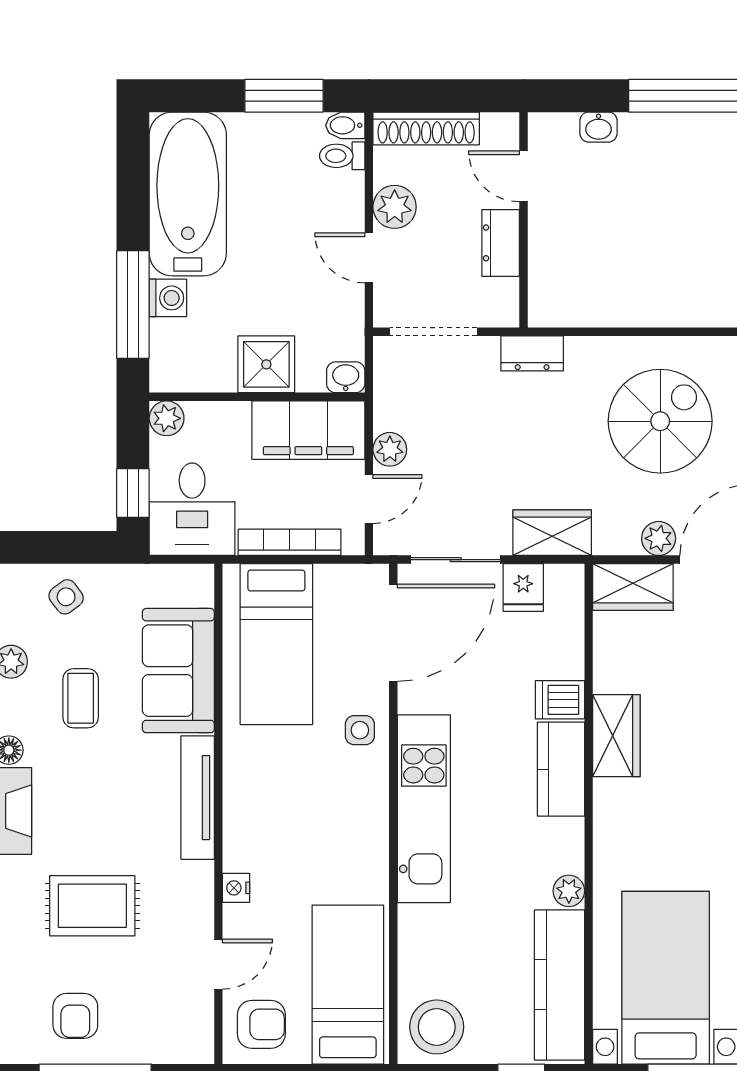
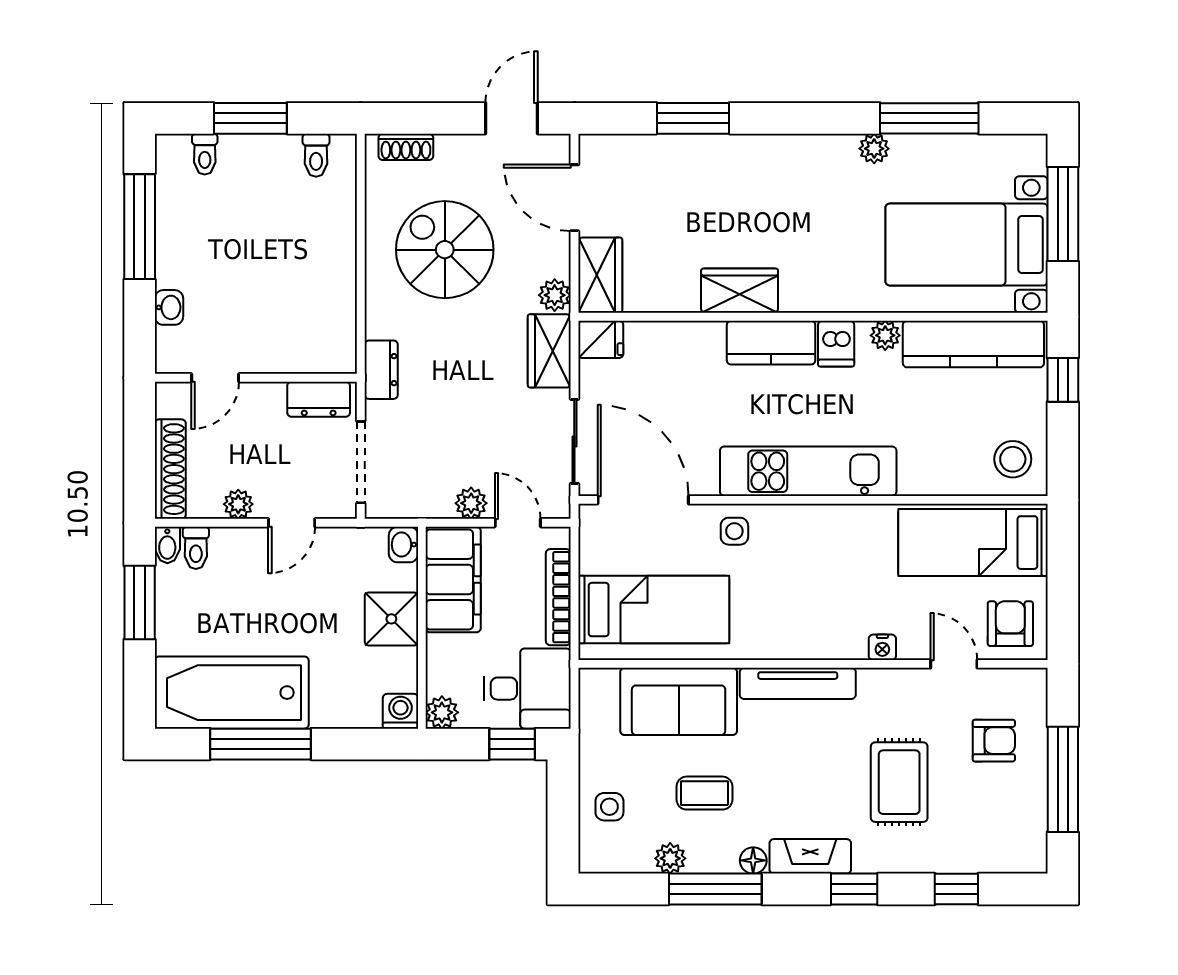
plant: (395, 207) -> (238, 504), width x0.73, depth x0.73
dresser: (501, 243) -> (319, 399), moved
washing machine: (168, 298) -> (401, 711), moved
window: (133, 304) -> (260, 744), moved
plant: (659, 538) -> (555, 295), moved
fridge: (523, 588) -> (601, 339), moved
side table: (66, 597) -> (609, 807), turned 37
dishwasher: (560, 700) -> (836, 344), moved
armchair: (75, 1016) -> (994, 741), moved
stool: (437, 1027) -> (1013, 459), width x0.73, depth x0.73

